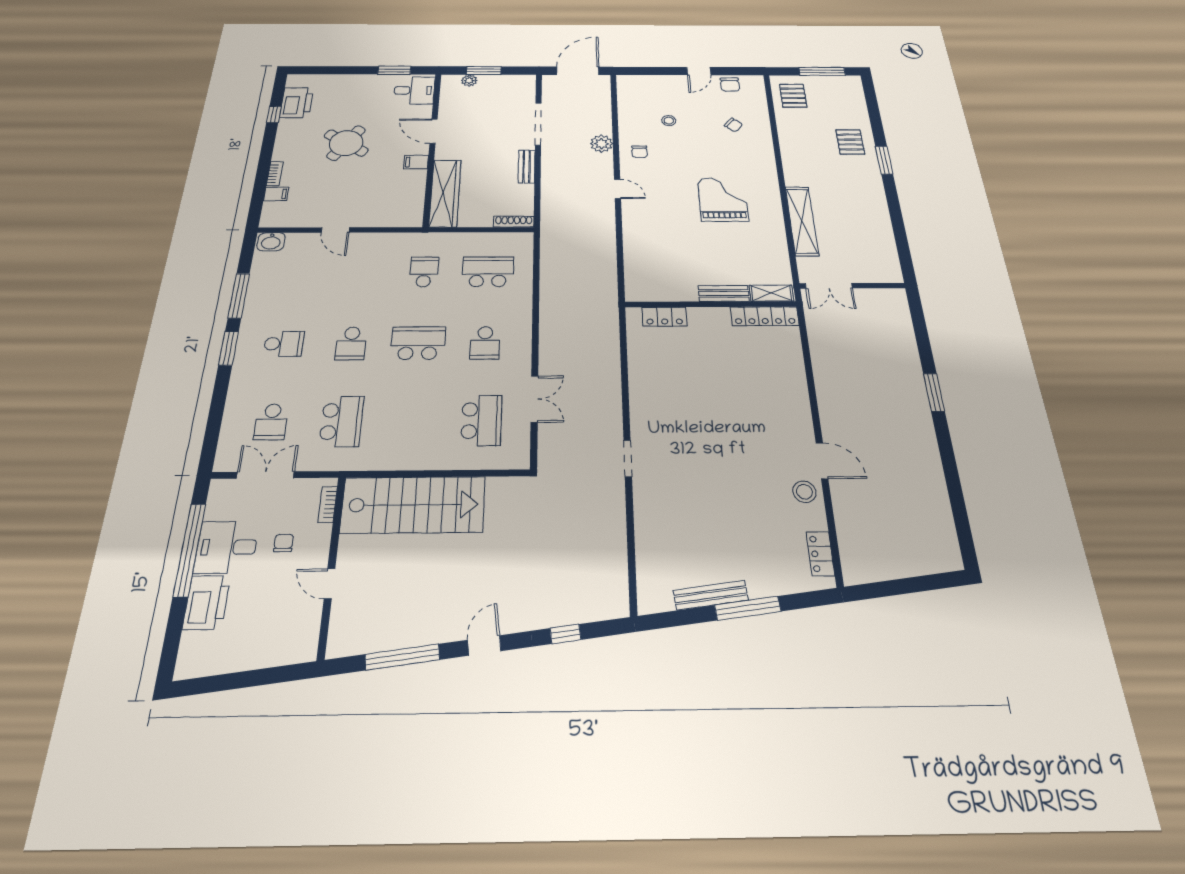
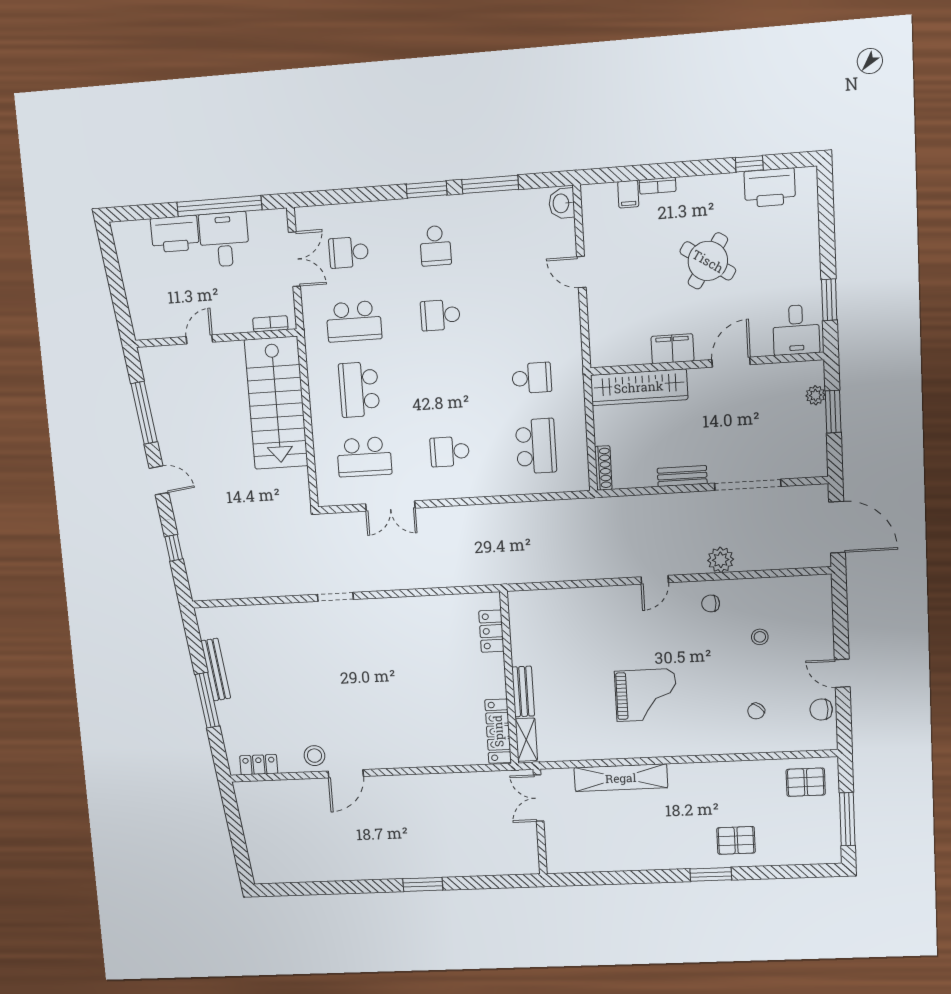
filing cabinet: (416, 162) -> (672, 349), width x2.00
door: (335, 230) -> (581, 272), hinge flipped
school desk: (418, 343) -> (359, 390), moved, turned 180
chair: (284, 543) -> (232, 291), removed

